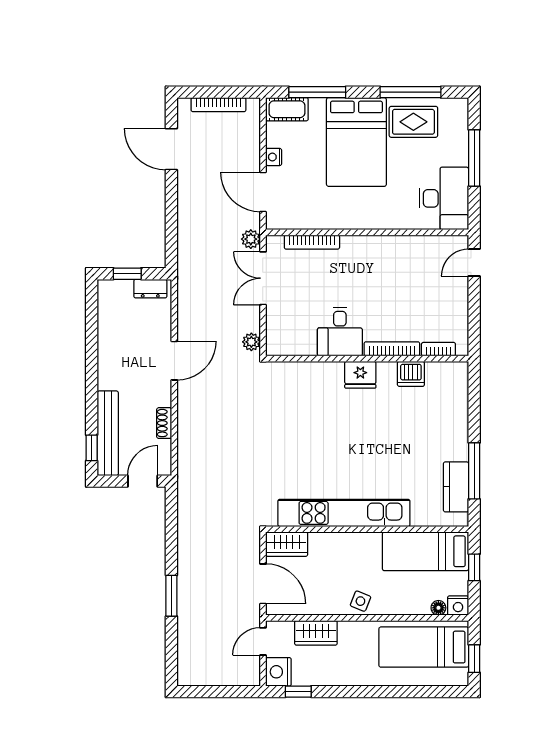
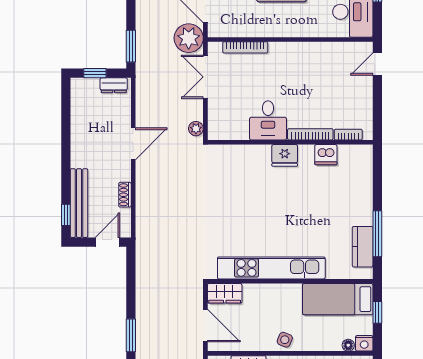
plant: (251, 239) -> (189, 38), width x1.87, depth x1.87
window: (171, 241) -> (131, 46), added

